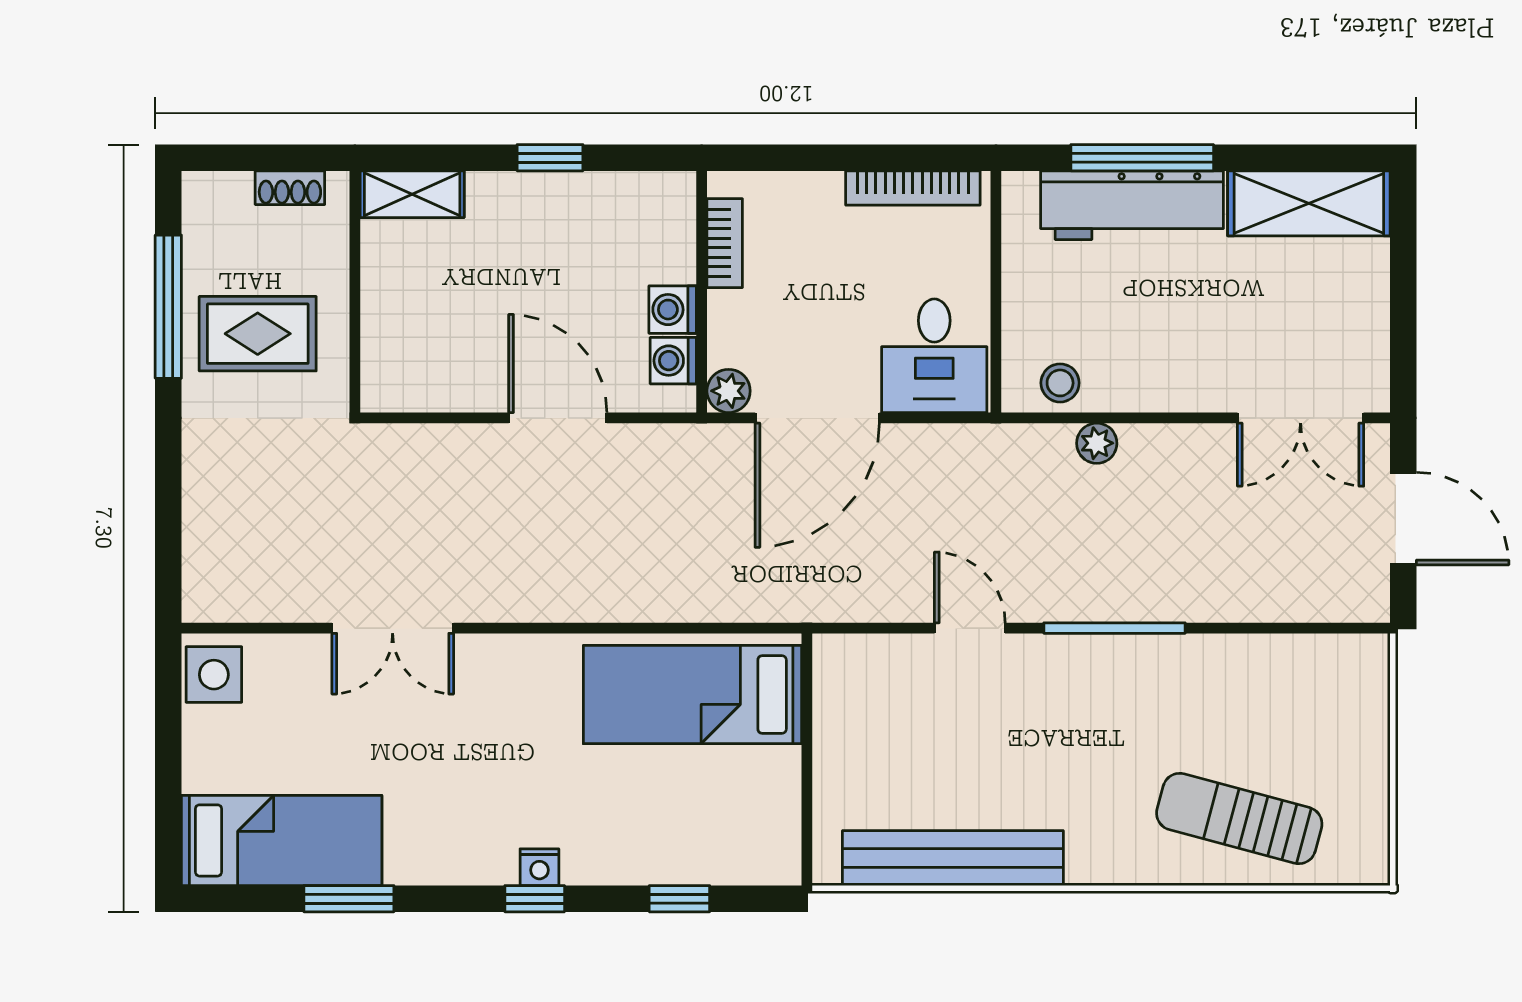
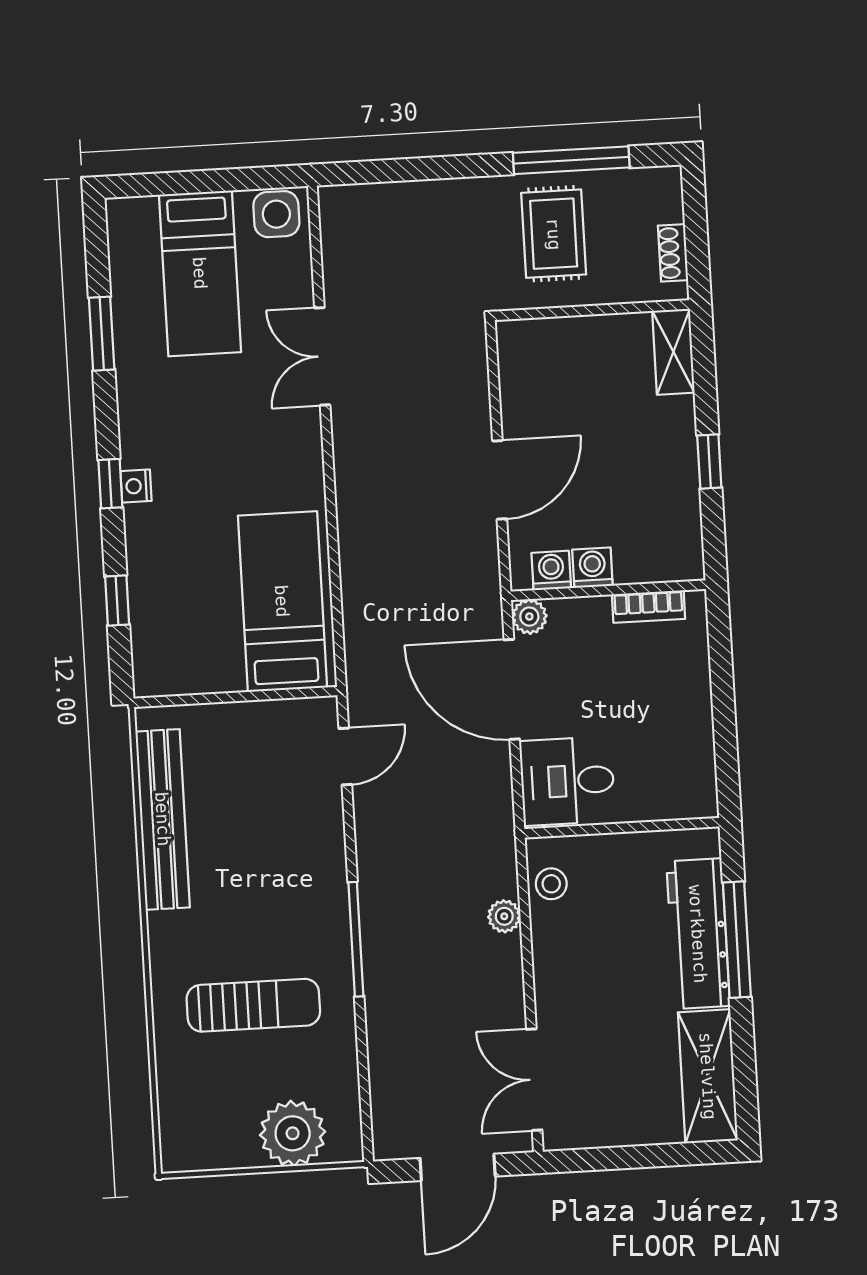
bookcase: (913, 188) -> (702, 756), removed
door: (970, 628) -> (345, 757), moved
plant: (1350, 720) -> (293, 1133), added
sun lounger: (1239, 819) -> (253, 1005), moved, turned 75
bed: (282, 840) -> (200, 273), moved

